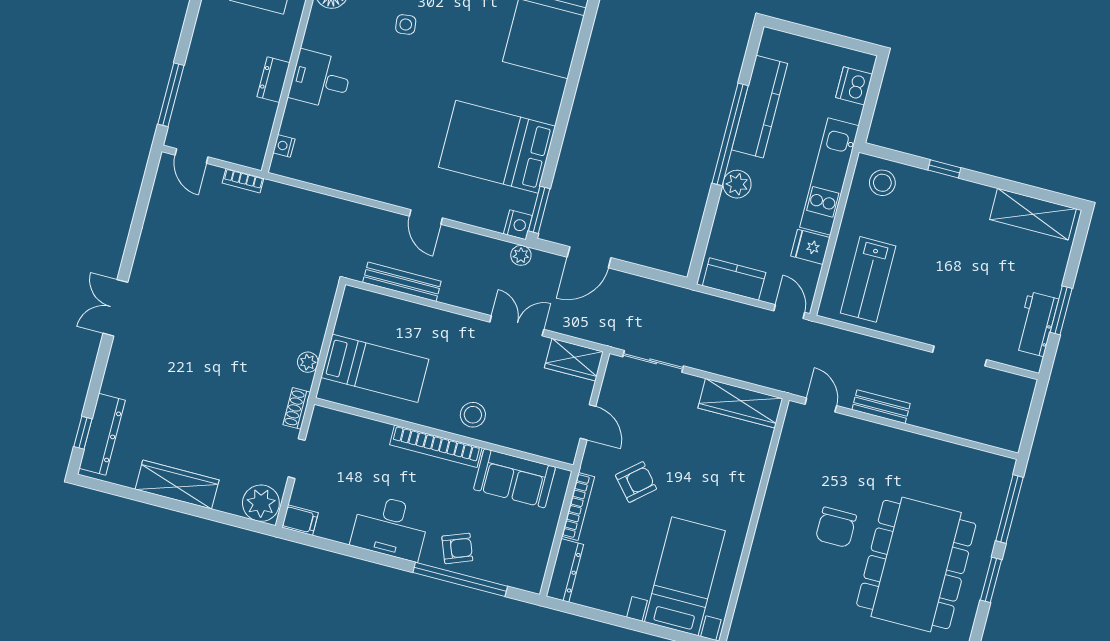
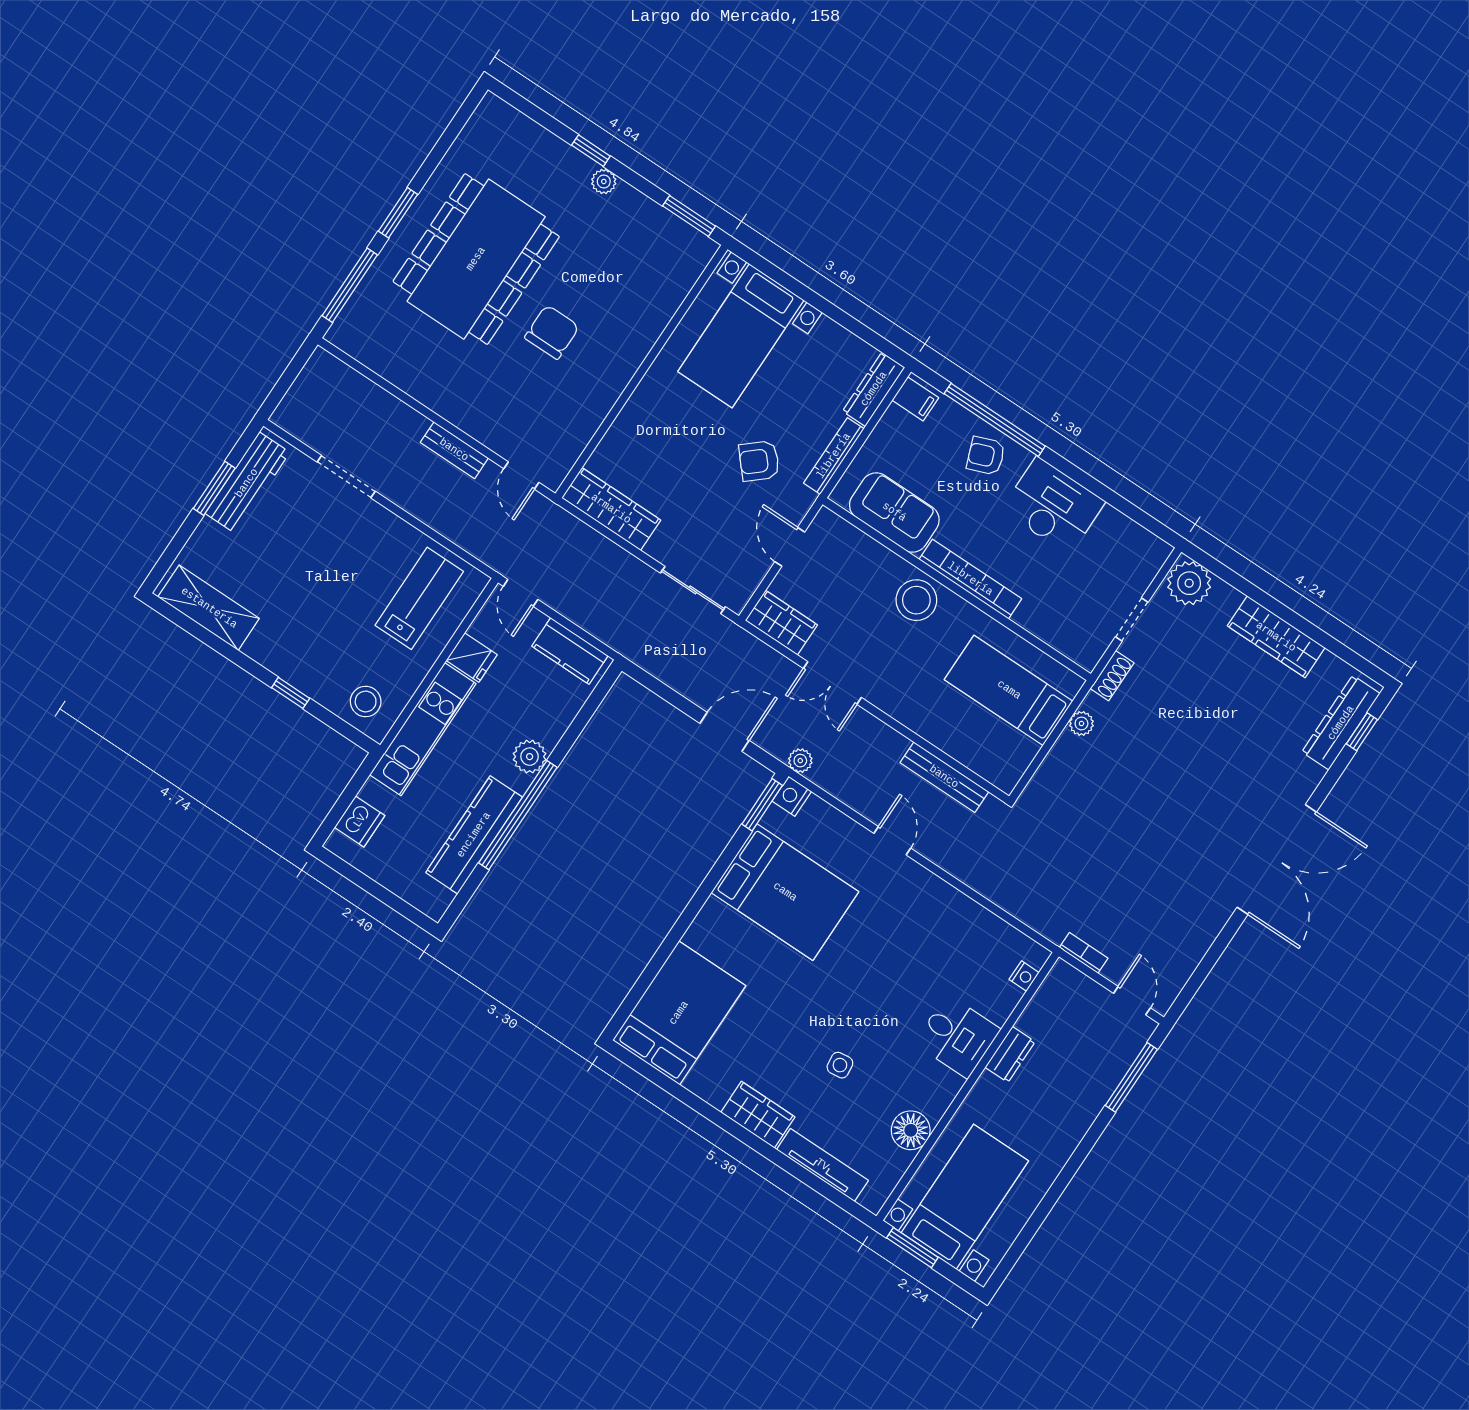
double door: (115, 308) -> (1277, 860), width x1.87
workbench: (1036, 324) -> (247, 483), width x1.38
stool: (473, 415) -> (916, 600), width x1.38, depth x1.38
filing cabinet: (300, 520) -> (915, 399), moved, turned 180

